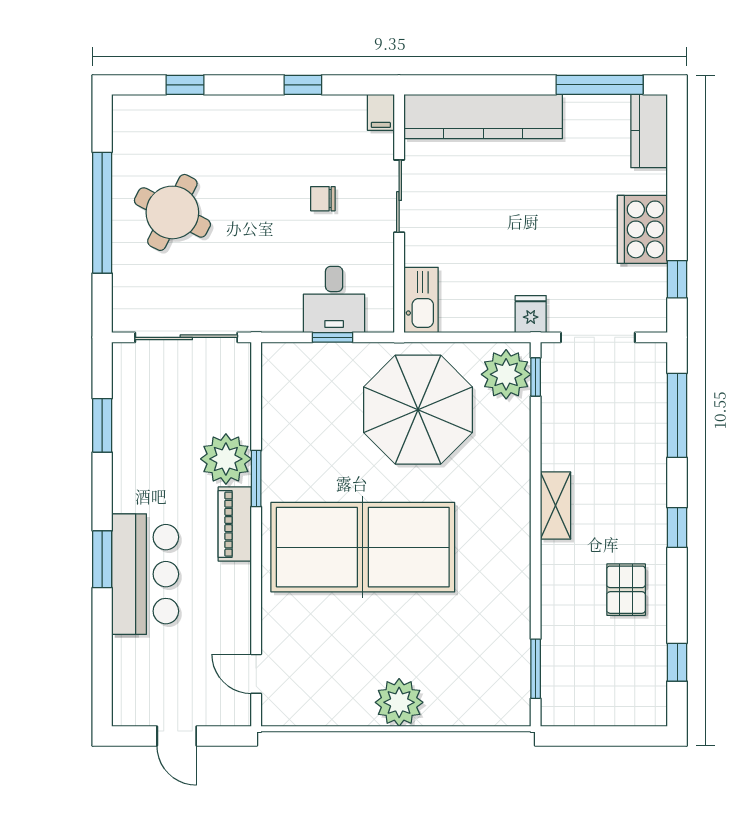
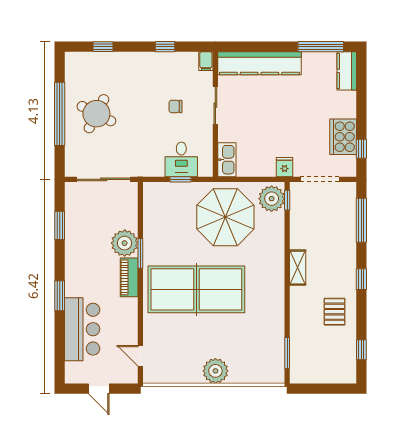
cooker: (642, 229) -> (343, 137), moved
bar counter: (145, 574) -> (82, 329), moved

